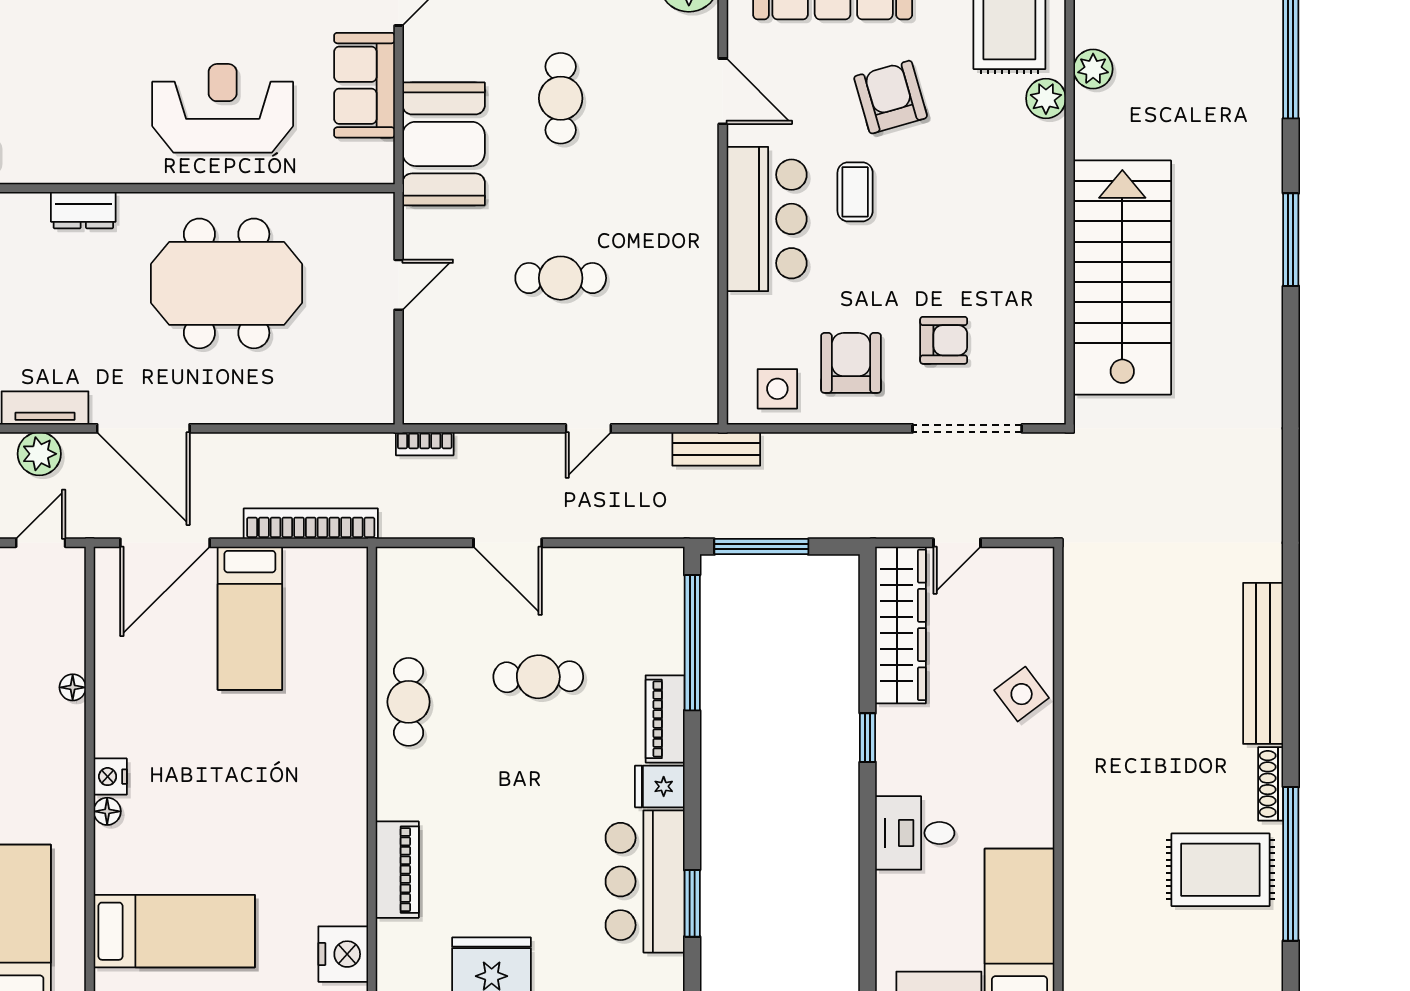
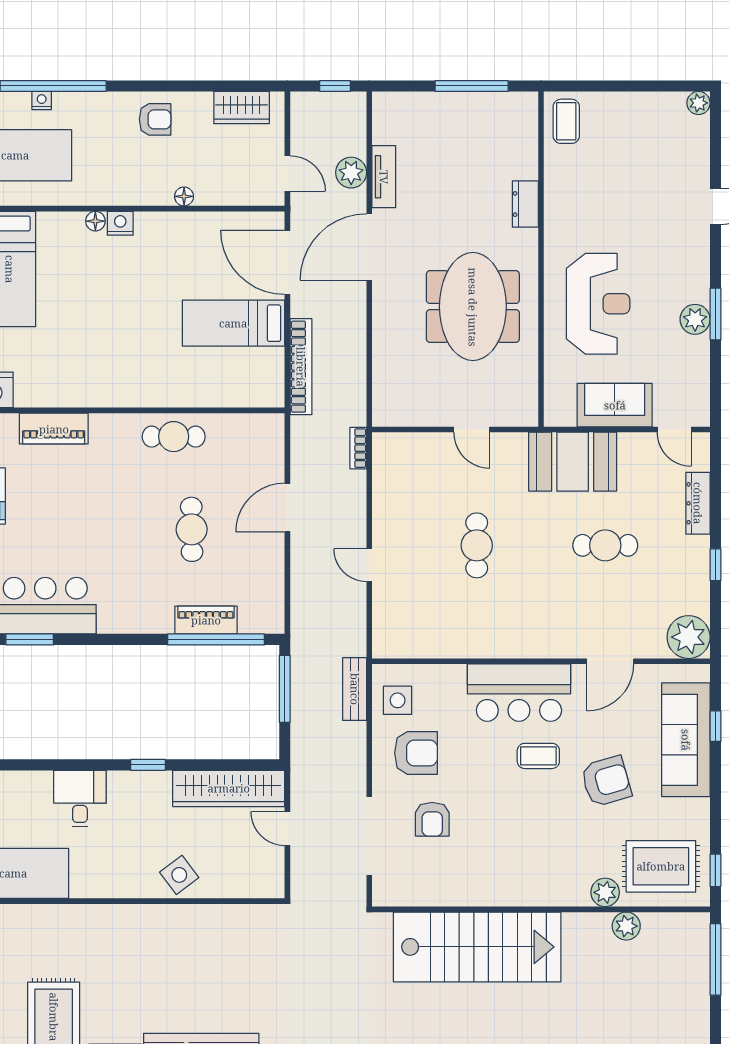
bench: (716, 449) -> (355, 689), moved
piano: (665, 719) -> (206, 620), moved
fridge: (660, 786) -> (113, 616), removed

